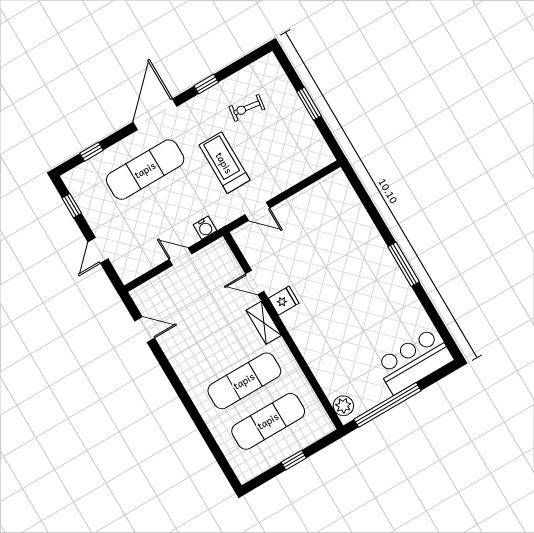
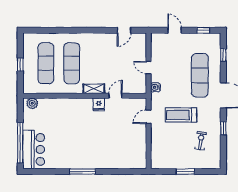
treadmill: (224, 163) -> (181, 115), turned 180
door: (180, 257) -> (149, 68), swing flipped
window: (387, 405) -> (20, 143), moved

